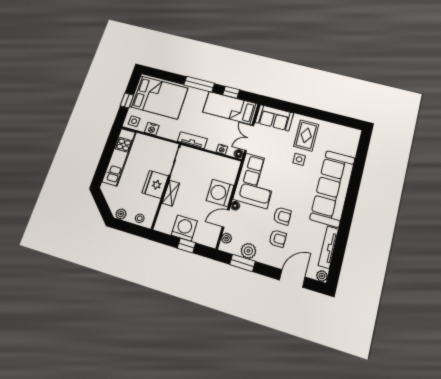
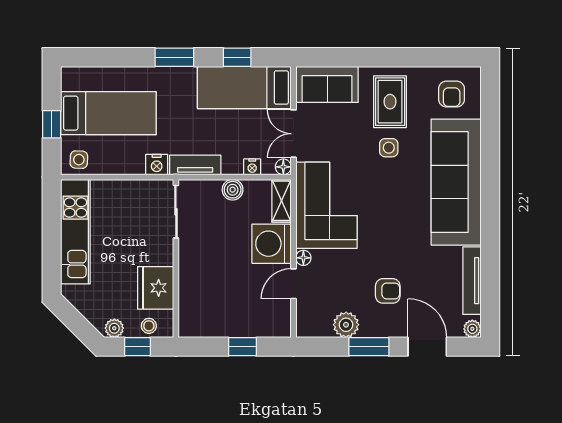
window: (199, 84) -> (174, 57), width x0.69
bed: (159, 97) -> (108, 113), width x0.67
nightstand: (152, 129) -> (157, 165), moved
boiler: (208, 158) -> (233, 190), added
fridge: (155, 184) -> (156, 288), moved
shelving: (171, 193) -> (282, 201), moved
armchair: (282, 216) -> (452, 94), moved, turned 90
window: (130, 228) -> (138, 347), added
washing machine: (184, 228) -> (230, 319), removed
plant: (226, 238) -> (305, 315), removed
window: (242, 263) -> (369, 347), moved
door: (292, 278) -> (427, 347), hinge flipped

